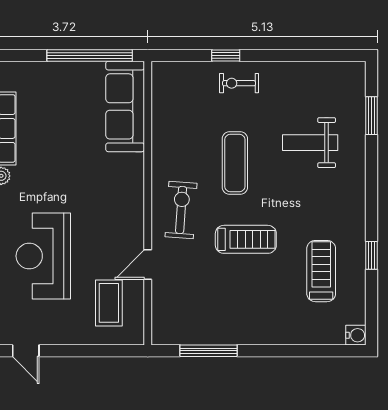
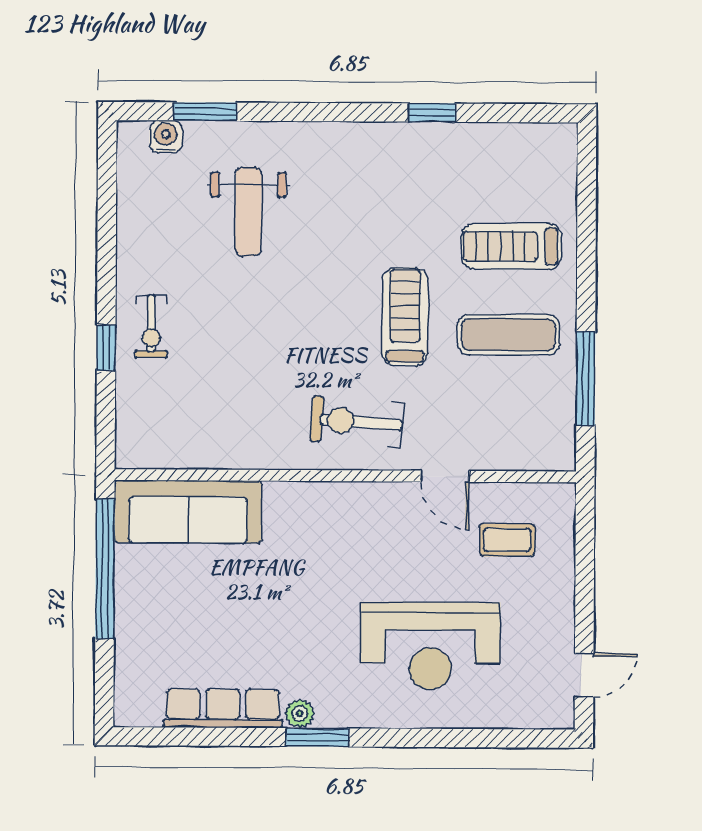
exercise mat: (235, 163) -> (508, 335), moved
treadmill: (321, 271) -> (511, 246), moved
coffee table: (109, 303) -> (507, 540), width x0.73, depth x0.77
water cooler: (356, 335) -> (166, 137), moved

